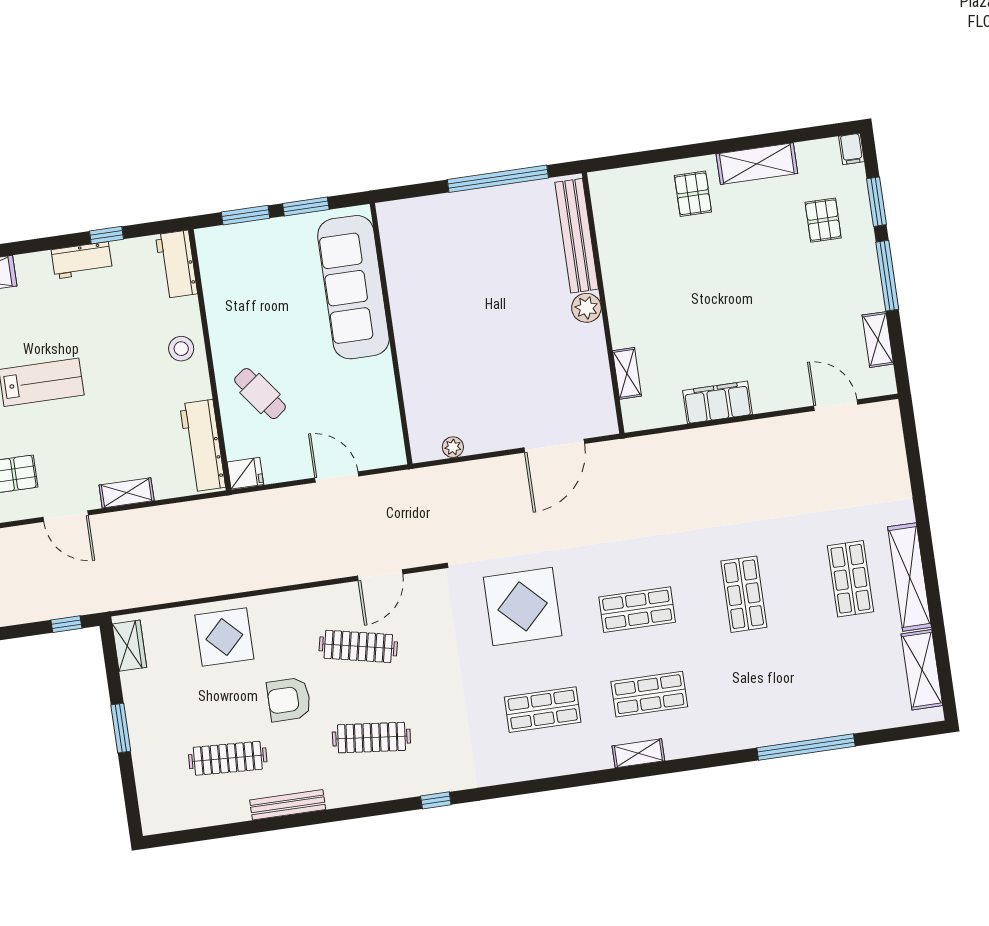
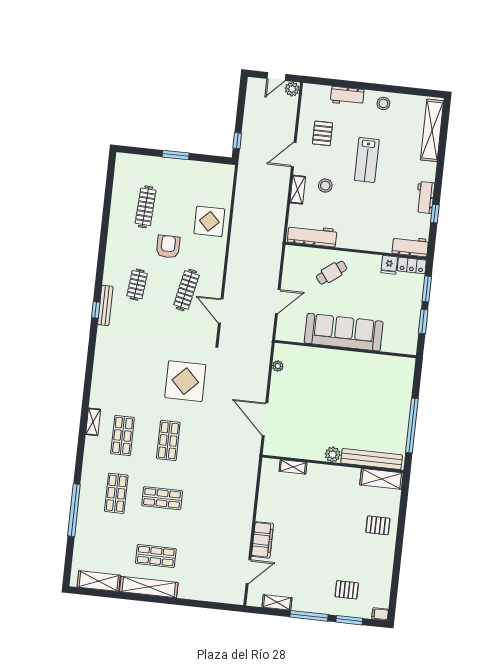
shelving: (757, 164) -> (381, 479), moved, turned 90
locker: (210, 253) -> (412, 265), added
sofa: (353, 287) -> (344, 332), moved
stool: (181, 349) -> (325, 186), moved
filing cabinet: (717, 402) -> (262, 540), moved
fridge: (245, 473) -> (389, 265), moved
wardrobe: (129, 646) -> (218, 171), removed
shop shelf: (543, 710) -> (116, 493), moved
clothes rail: (371, 738) -> (137, 285), width x0.73
bench: (288, 805) -> (105, 305), moved

